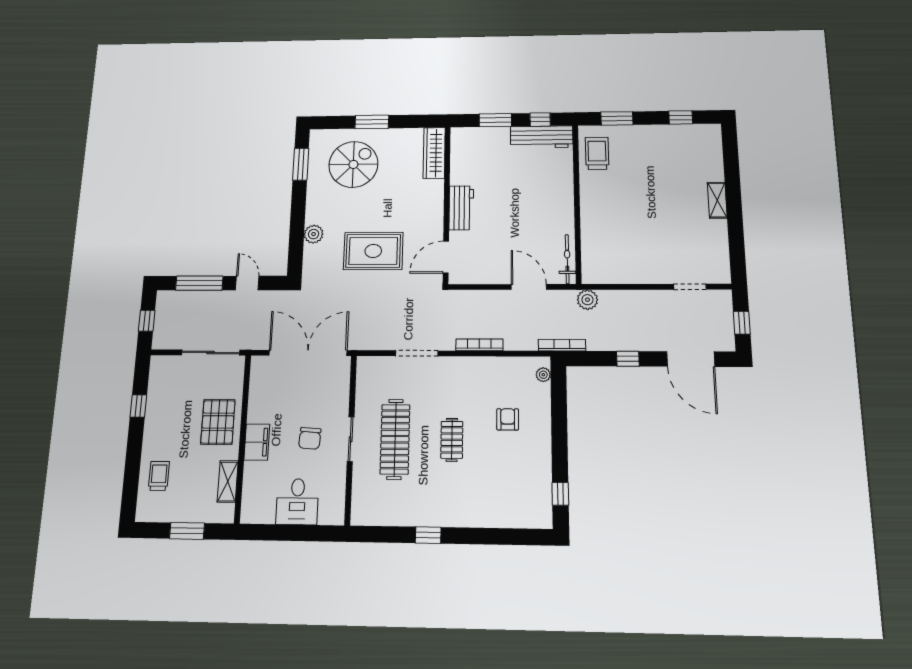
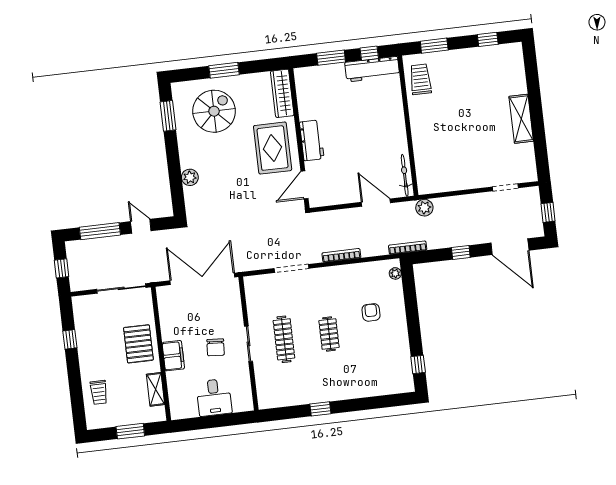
shelving: (717, 200) -> (521, 119), width x1.50, depth x1.33
rug: (373, 251) -> (273, 148), moved, turned 90
clothes rail: (395, 439) -> (284, 339), width x0.73, depth x0.76
trolley: (159, 476) -> (99, 392), turned 180

